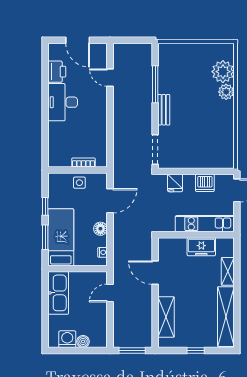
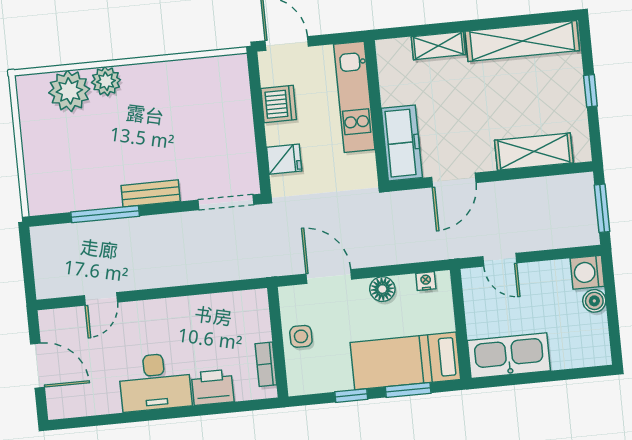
door: (78, 40) -> (38, 366), hinge flipped
printer: (57, 72) -> (213, 387), moved
bookcase: (83, 162) -> (266, 364), moved
freezer: (201, 247) -> (402, 143), moved, width x1.40
washing machine: (67, 339) -> (587, 272), moved

